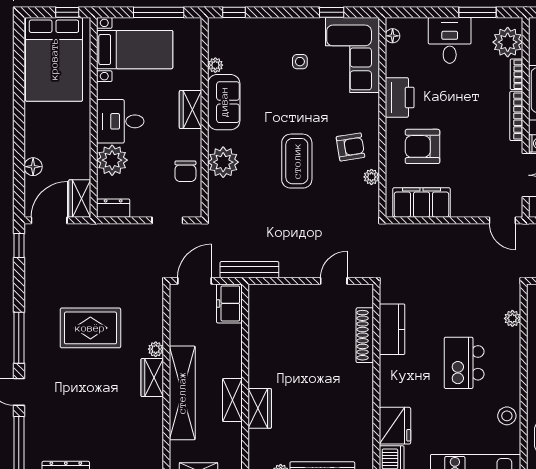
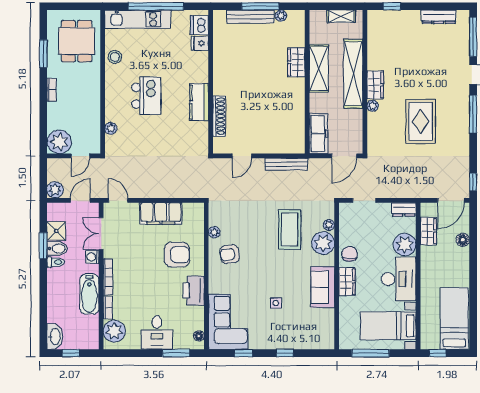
window: (234, 12) -> (285, 353), moved
window: (477, 12) -> (176, 353), moved
bed: (54, 59) -> (454, 319), width x0.67
side table: (300, 62) -> (276, 303), moved
plant: (215, 65) -> (329, 225), moved
desk: (120, 121) -> (399, 279), width x1.37
coffee table: (297, 161) -> (290, 230), moved
chair: (185, 171) -> (350, 254), moved
wardrobe: (80, 198) -> (428, 231), moved
filing cabinet: (421, 202) -> (161, 213), moved
bench: (249, 270) -> (286, 164), moved
freezer: (229, 303) -> (319, 134), width x1.40
rug: (90, 328) -> (421, 121), turned 90
kitchen counter: (392, 329) -> (199, 102), moved
shelving: (232, 400) -> (319, 68), width x1.50, depth x1.33
fridge: (395, 426) -> (200, 43), width x0.53, depth x0.75

